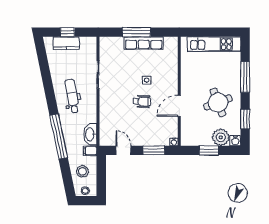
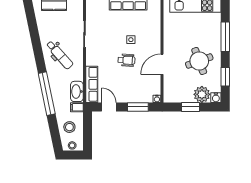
dental chair: (72, 96) -> (60, 55), turned 148
row of seats: (106, 127) -> (92, 84), added

